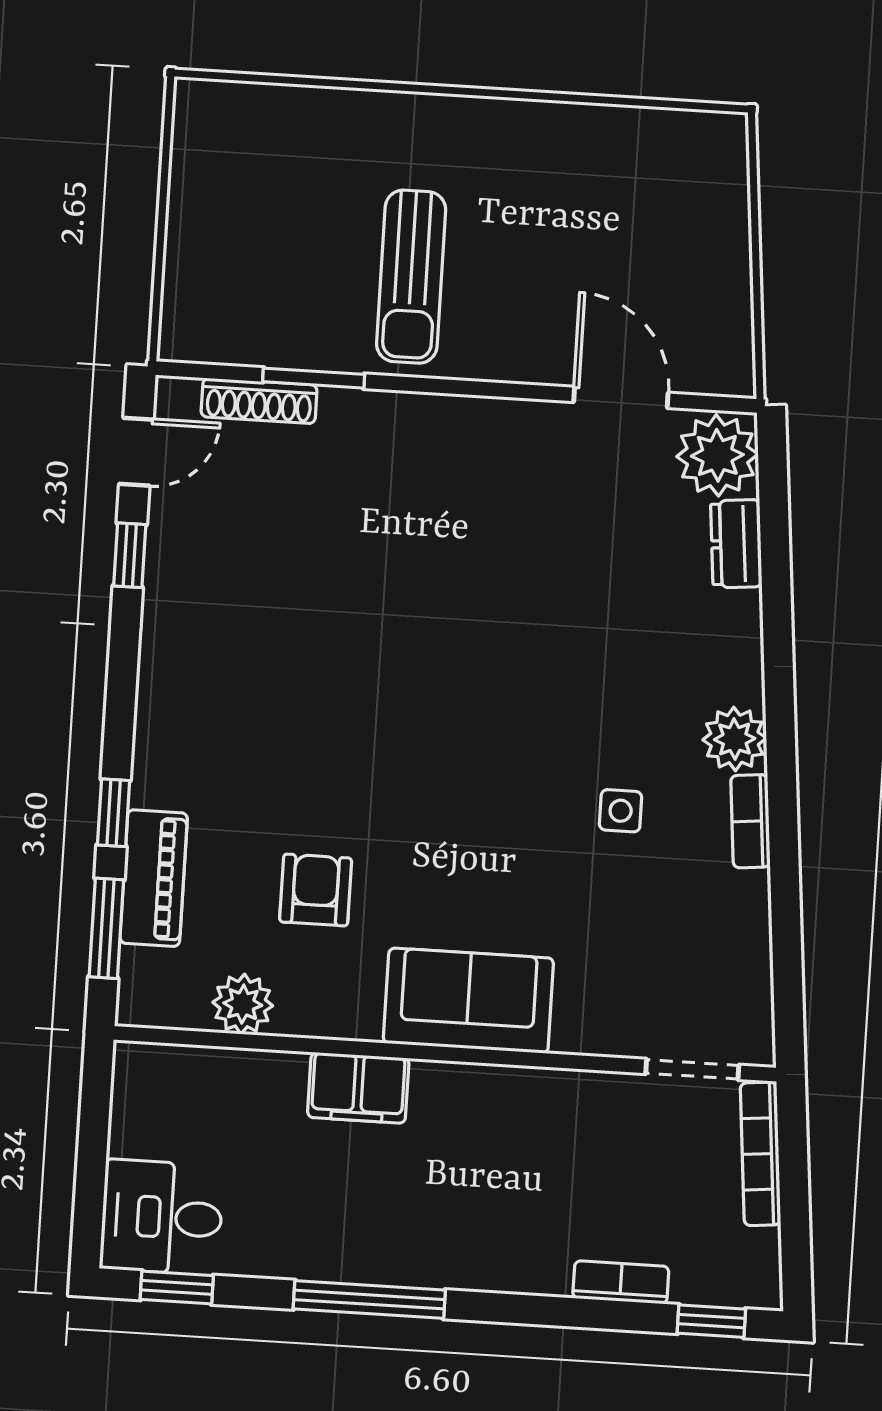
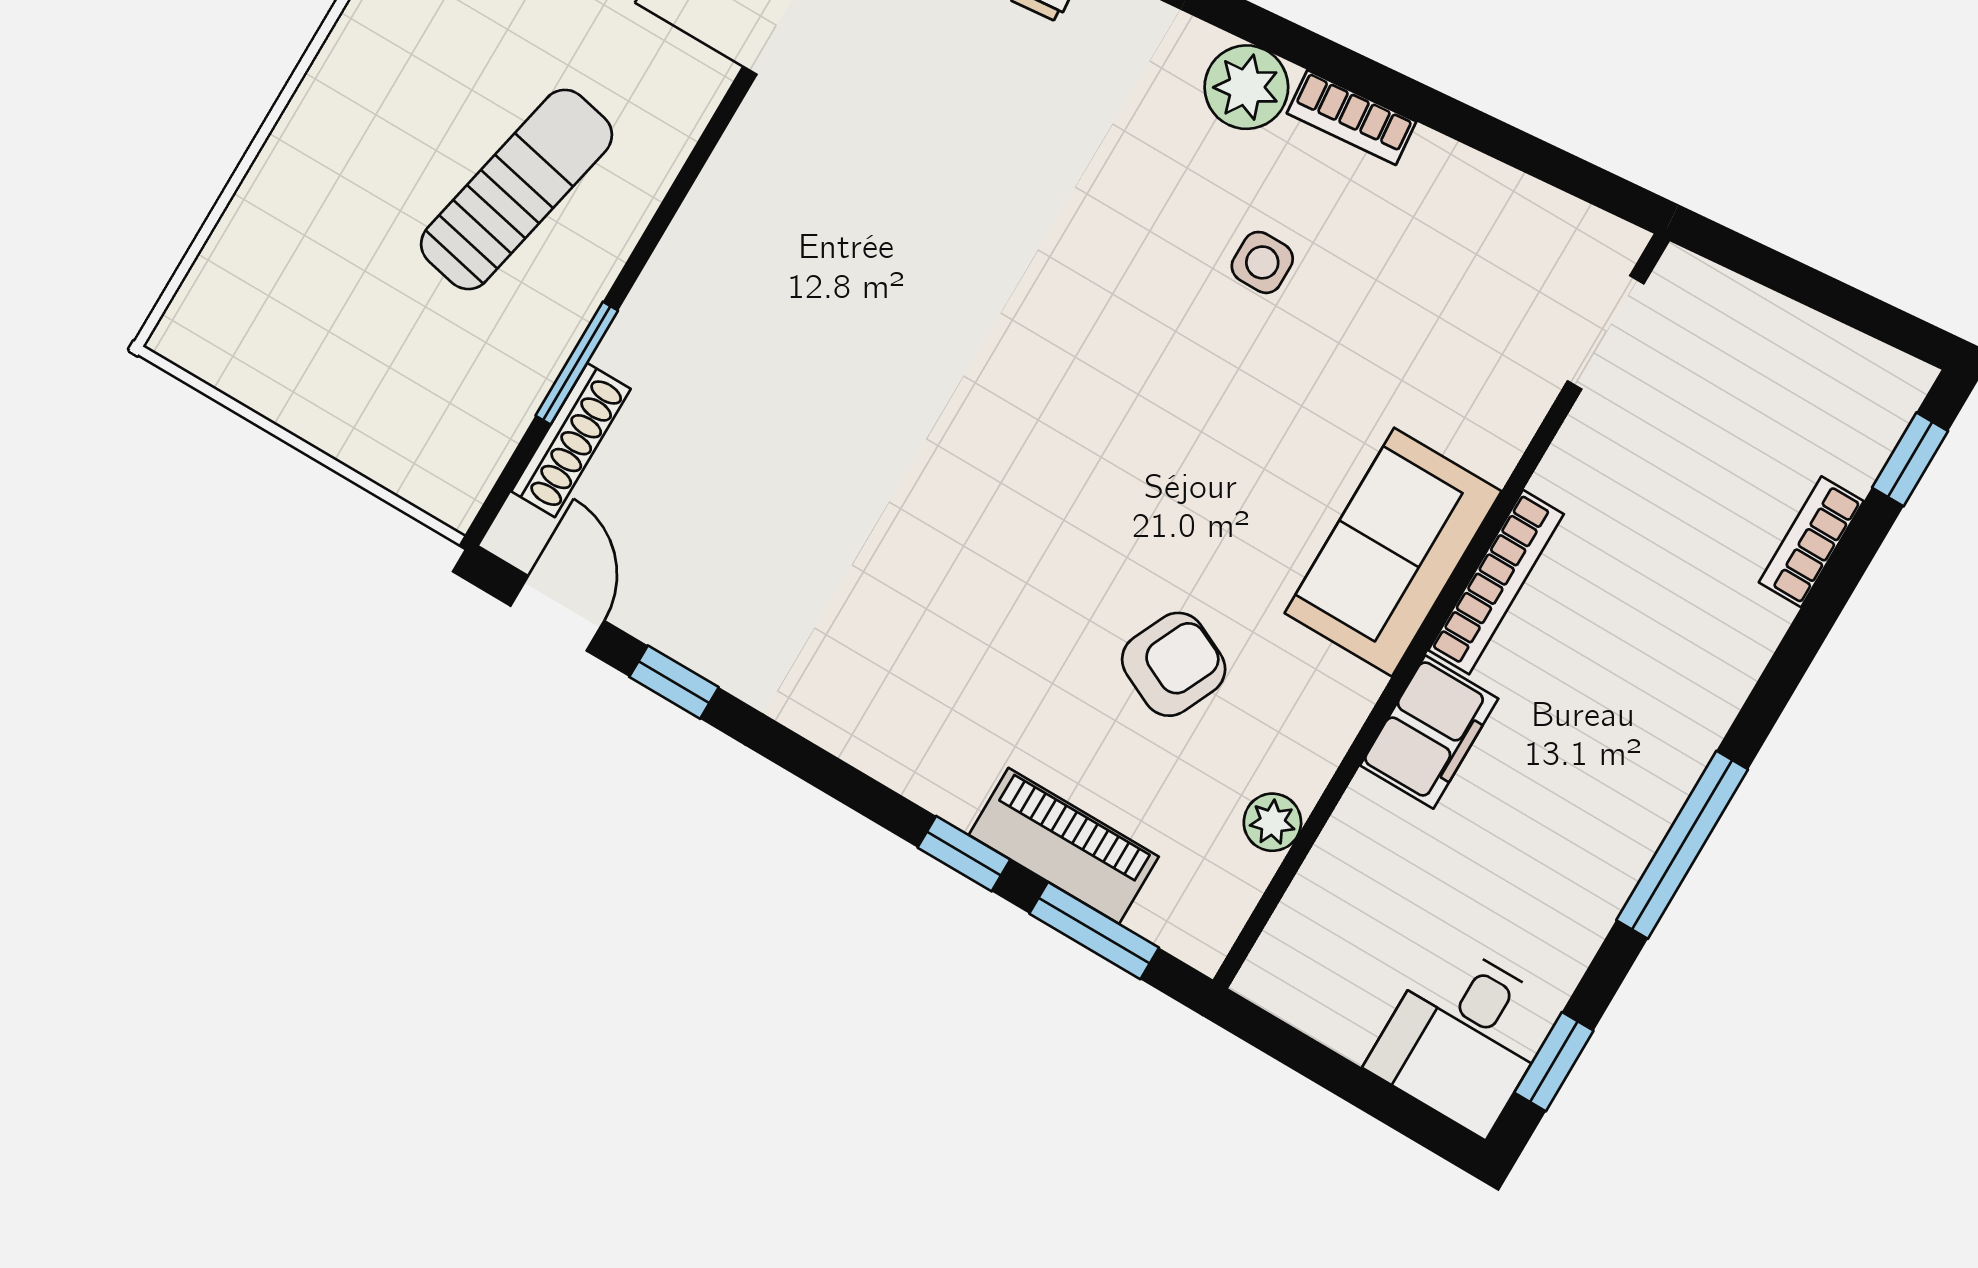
sun lounger: (411, 277) -> (517, 189), turned -78
armchair: (316, 890) -> (1174, 664), turned 115
plant: (243, 1004) -> (1272, 822), width x0.73, depth x0.73
bookcase: (761, 1154) -> (1496, 582), moved, turned -85

